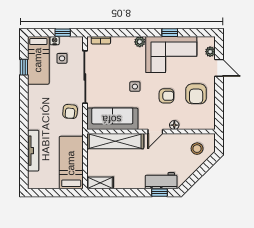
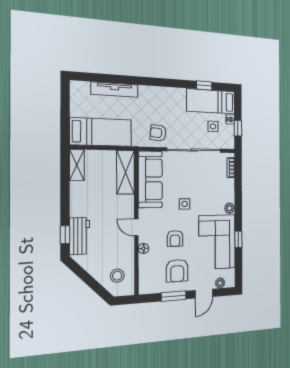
armchair: (196, 94) -> (177, 271), turned -90
window: (219, 97) -> (174, 296), added
shelving: (115, 141) -> (126, 172), width x0.68

